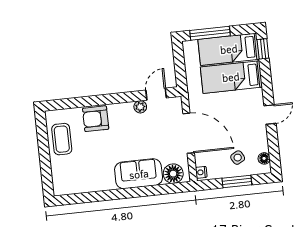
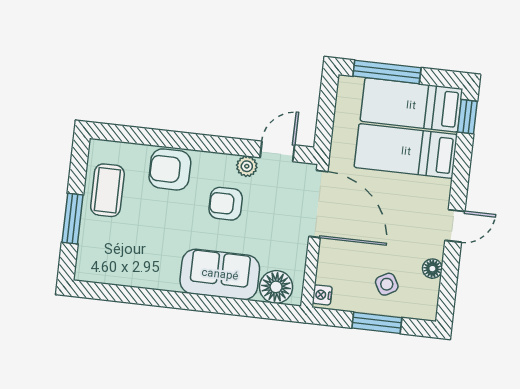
armchair: (133, 132) -> (226, 204), added
door: (189, 133) -> (318, 204), moved
floor lamp: (264, 158) -> (432, 269), moved
window: (45, 160) -> (73, 219), added

